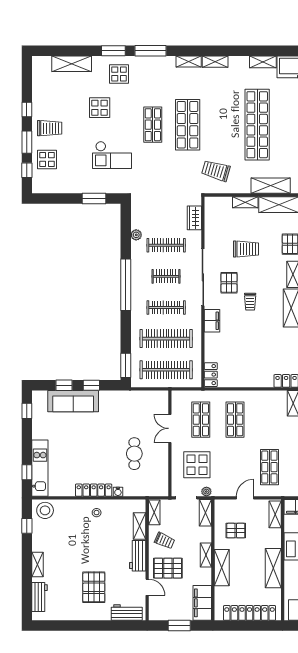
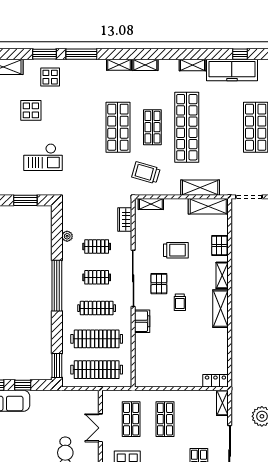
shop shelf: (153, 125) -> (152, 127), moved
shelving: (245, 202) -> (151, 204), moved
clothes rail: (166, 245) -> (97, 247), width x0.73
locker: (211, 375) -> (141, 374), removed

